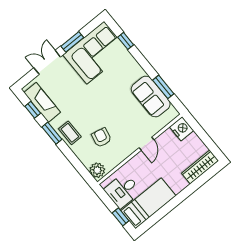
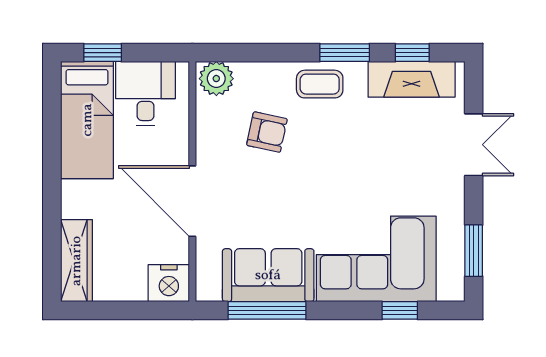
window: (72, 42) -> (474, 251), moved
corner sofa: (95, 53) -> (376, 259), moved, turned 90
window: (163, 87) -> (267, 310), width x1.44
door: (147, 144) -> (192, 201), width x1.88

